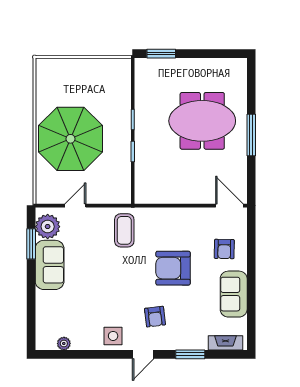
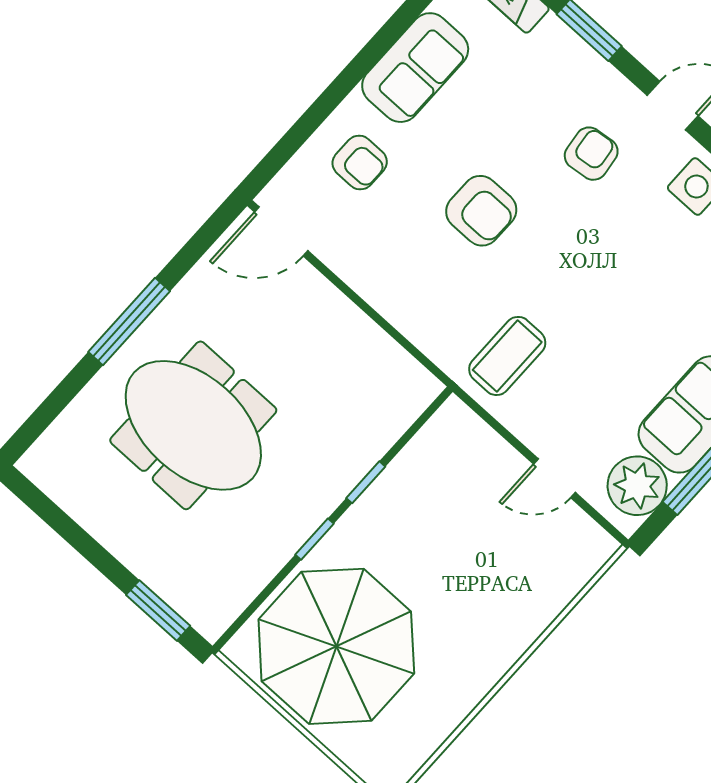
parasol: (71, 139) -> (336, 646), moved
door: (229, 206) -> (281, 231), hinge flipped
armchair: (224, 249) -> (360, 163), turned 89
armchair: (173, 268) -> (481, 211), width x0.73, depth x0.73

